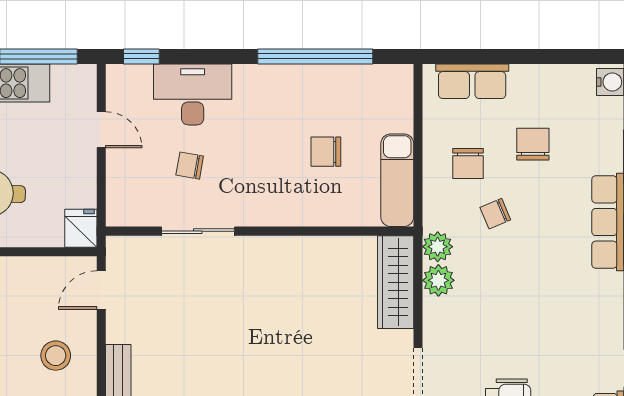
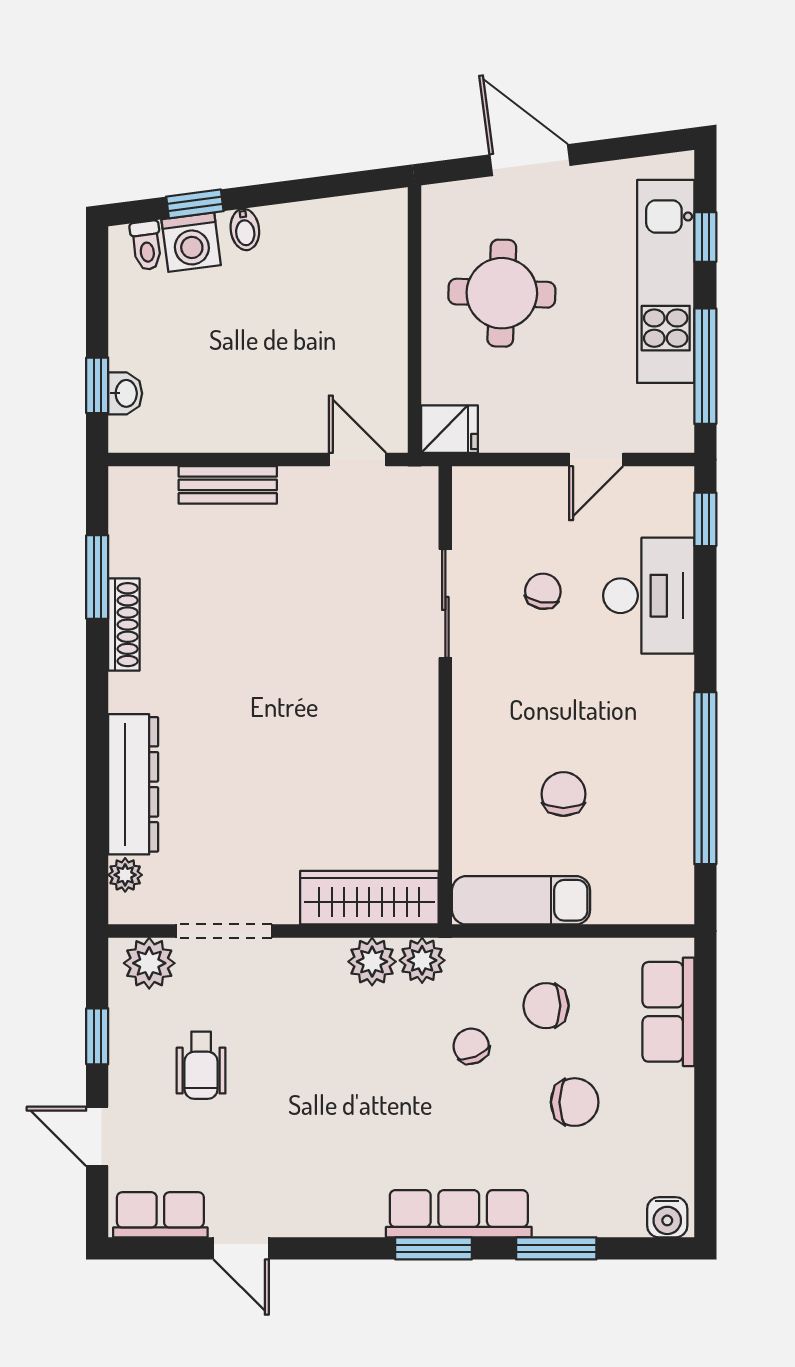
stool: (56, 356) -> (260, 392), removed

